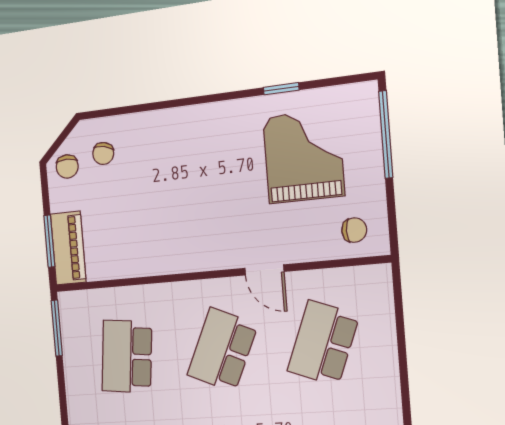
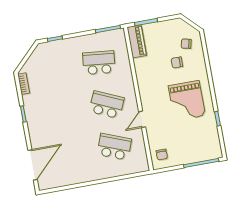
grand piano: (304, 156) -> (187, 101), moved, turned 90
chair: (67, 167) -> (177, 62), moved
piano: (68, 248) -> (137, 41), moved, turned -90

